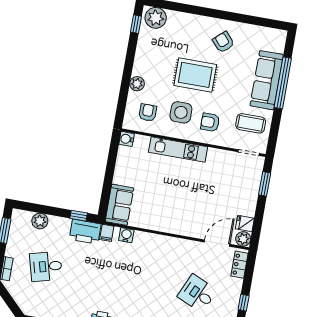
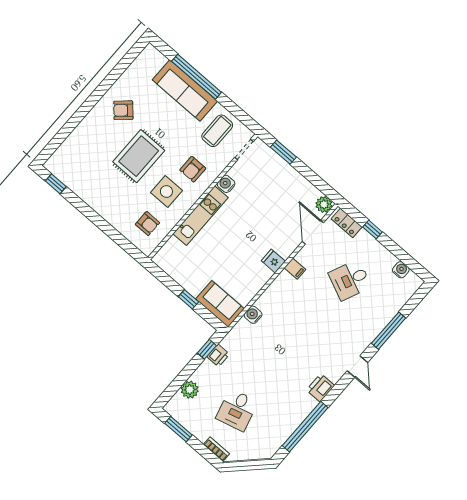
plant: (156, 18) -> (61, 161), removed
plant: (137, 84) -> (114, 217), removed
armchair: (148, 113) -> (148, 224), turned 180
water cooler: (127, 139) -> (226, 184), moved, turned 90
window: (109, 179) -> (188, 299), added
fridge: (245, 223) -> (273, 261), moved, turned 90
printer: (85, 232) -> (218, 355), width x0.53, depth x0.68
filing cabinet: (107, 233) -> (295, 269), moved
window: (244, 303) -> (372, 230), moved

